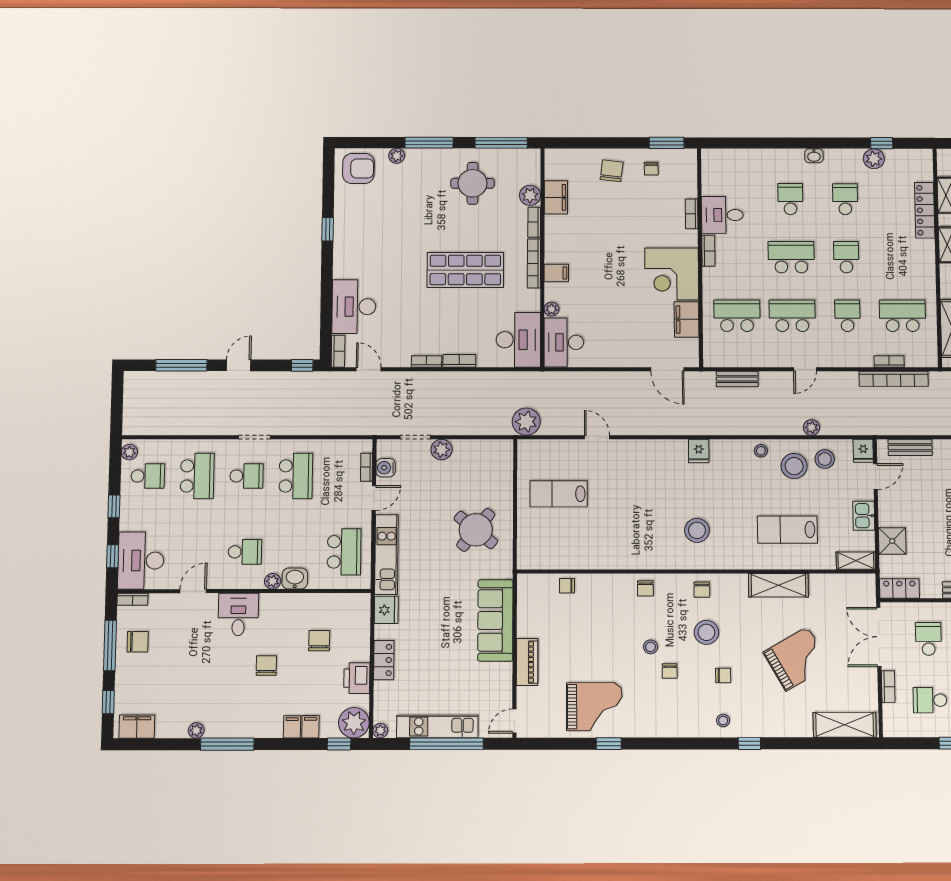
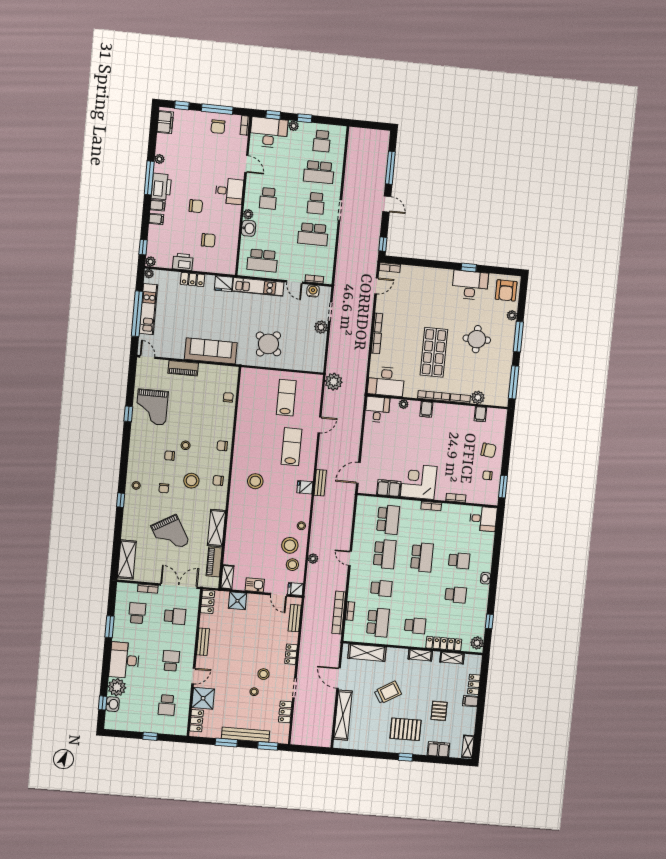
plant: (874, 159) -> (477, 643), moved
round table: (473, 183) -> (477, 339), moved
filing cabinet: (556, 197) -> (480, 414), width x0.50
desk: (722, 215) -> (483, 519), moved, turned 90
school desk: (846, 257) -> (415, 626), moved
desk: (354, 307) -> (470, 285), moved
desk: (564, 342) -> (377, 409), width x0.73
bench: (737, 379) -> (320, 483), moved
plant: (129, 452) -> (294, 126), moved
lab bench: (787, 530) -> (291, 447), moved
piano: (834, 584) -> (214, 562), added
printer: (240, 723) -> (161, 187), added
plant: (354, 723) -> (151, 262), width x0.53, depth x0.53
filing cabinet: (310, 727) -> (158, 205), moved

